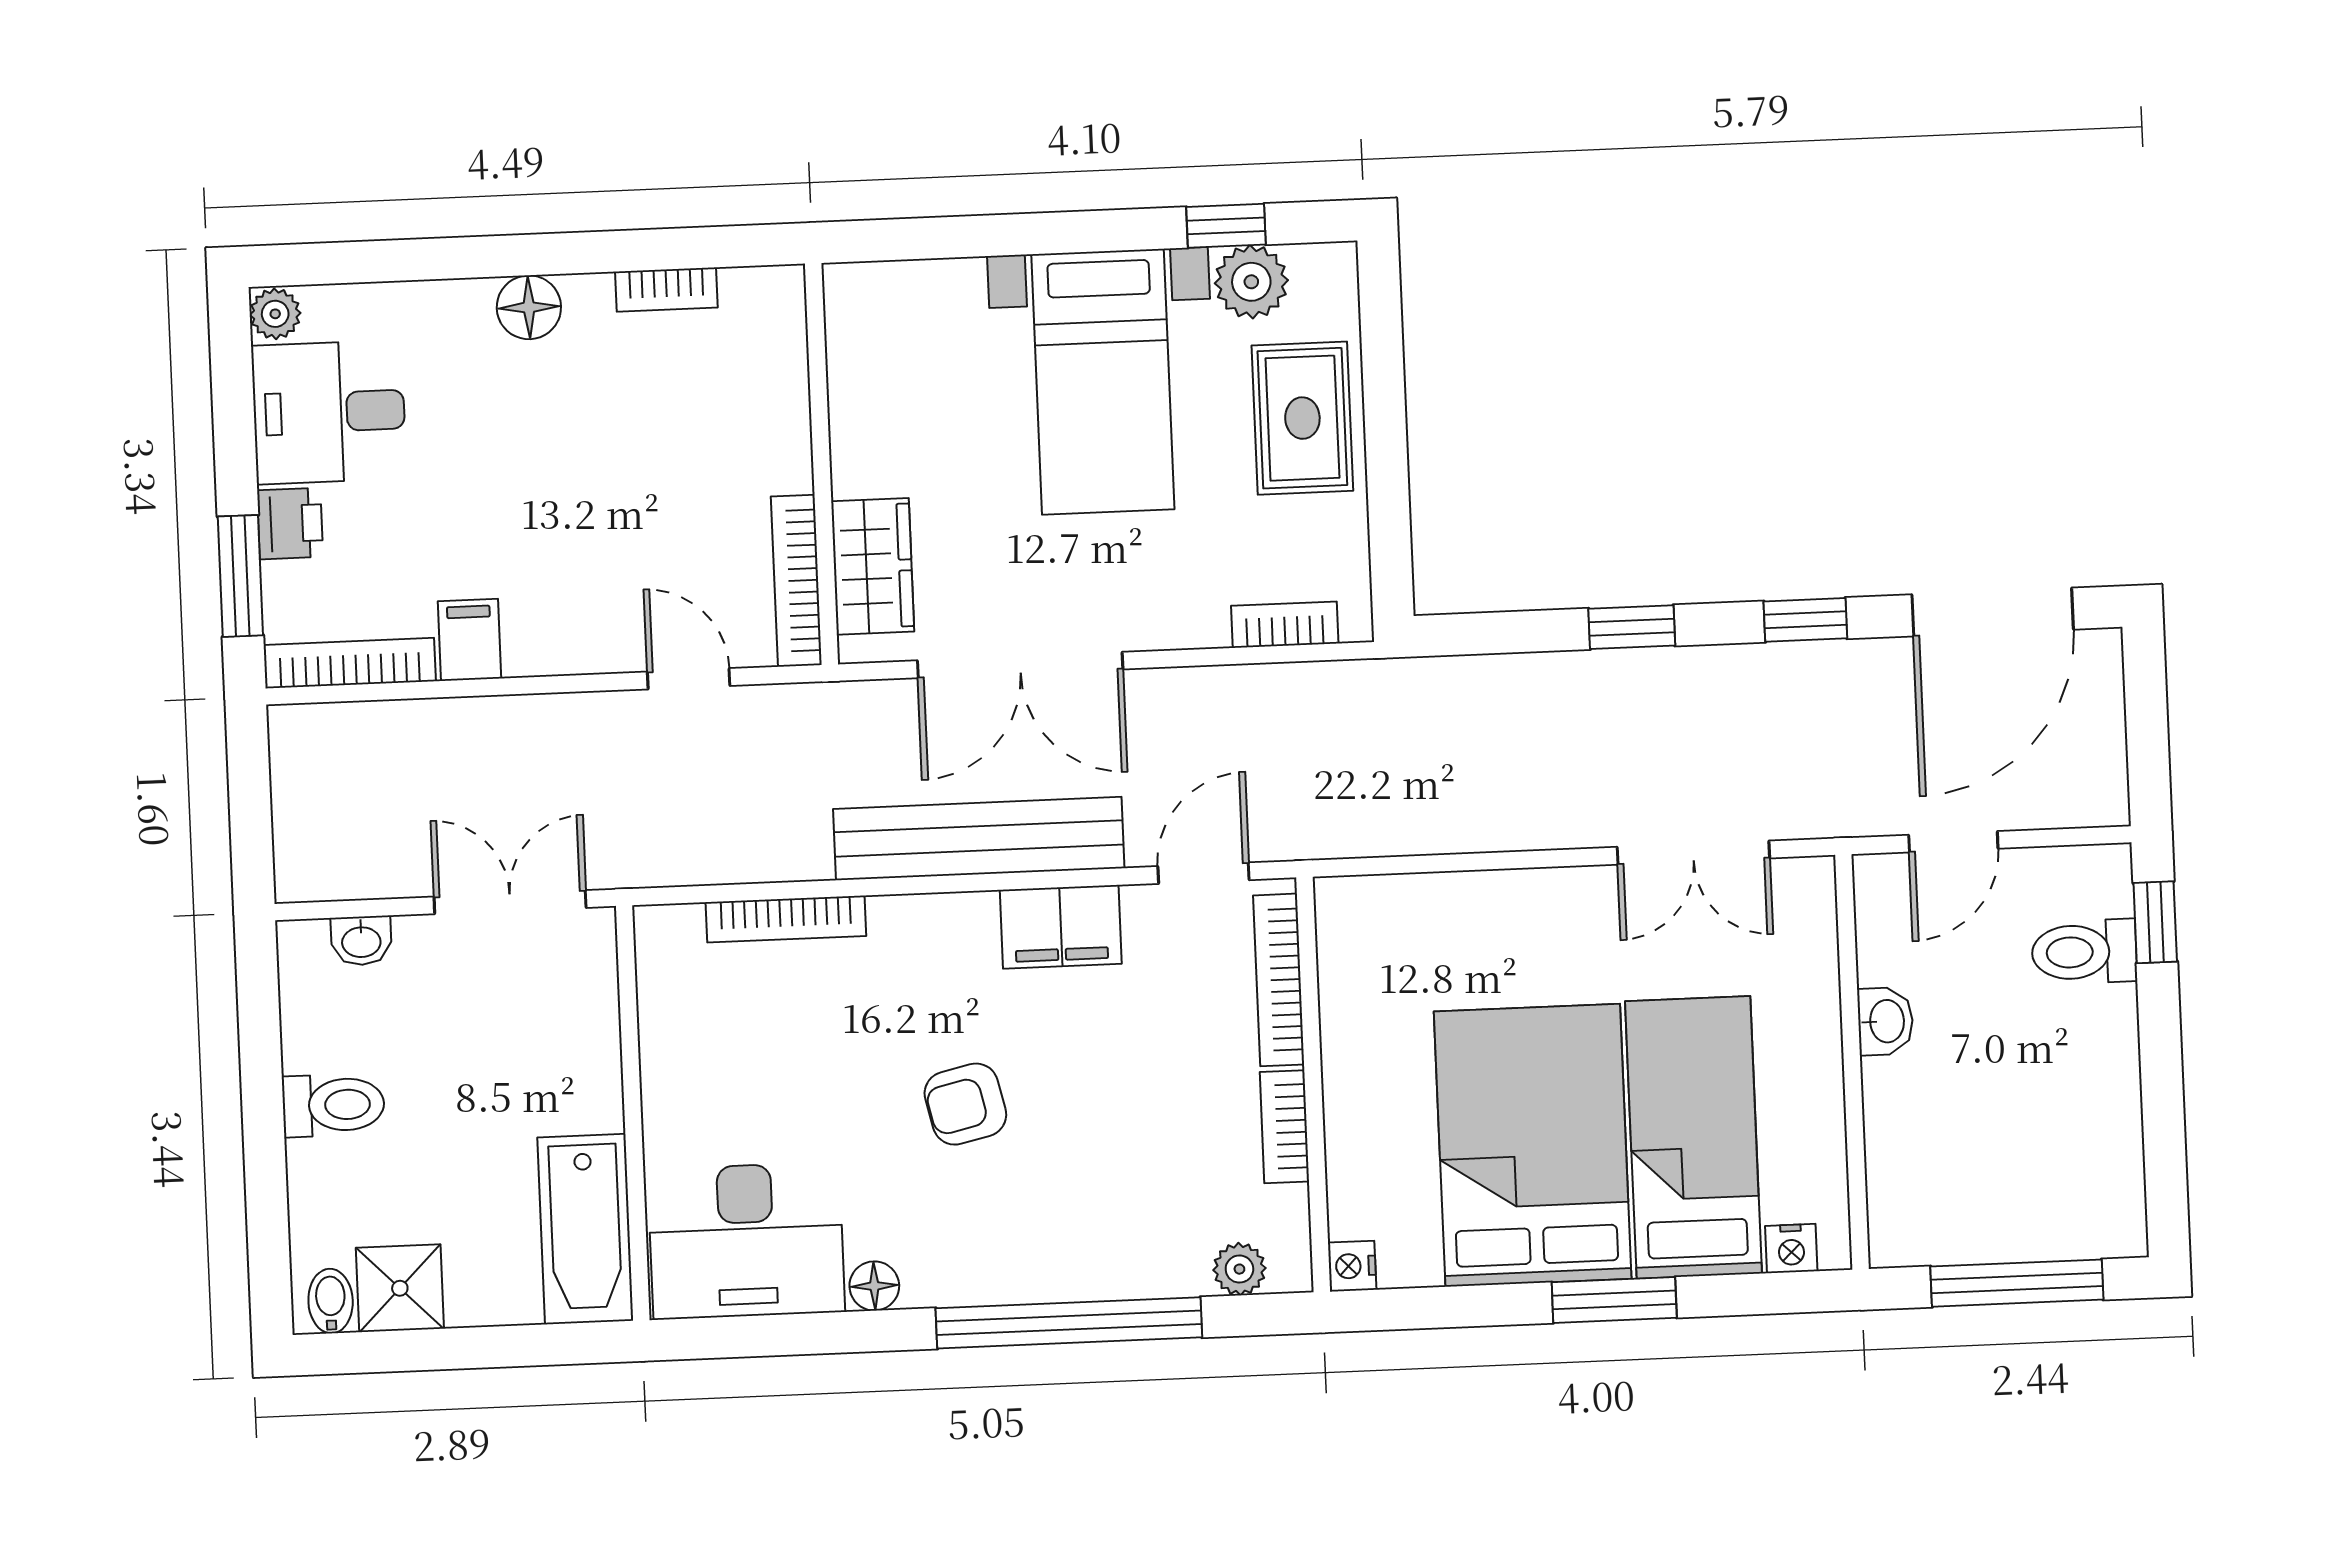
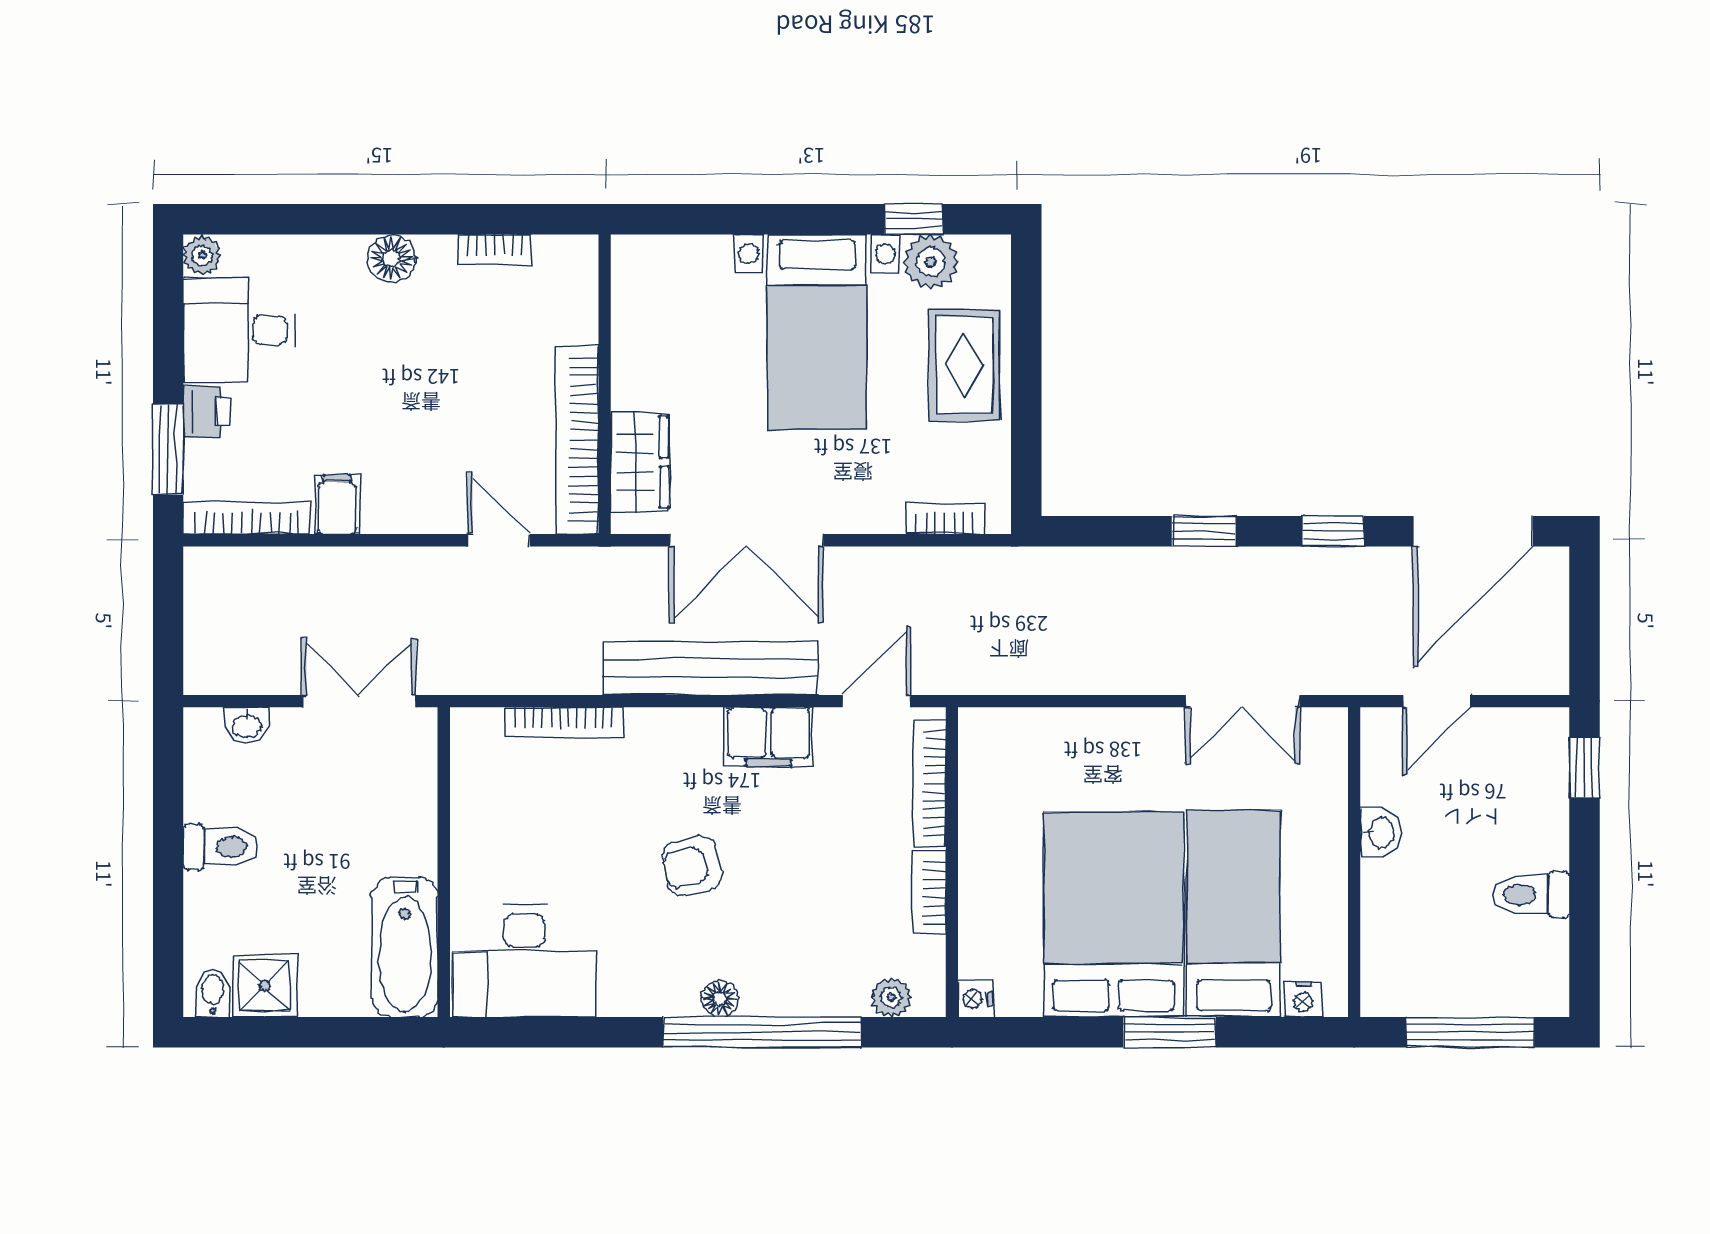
bookcase: (796, 581) -> (577, 440), width x1.48, depth x1.31
toilet: (2084, 952) -> (1531, 895), moved
floor lamp: (874, 1286) -> (720, 999), moved

